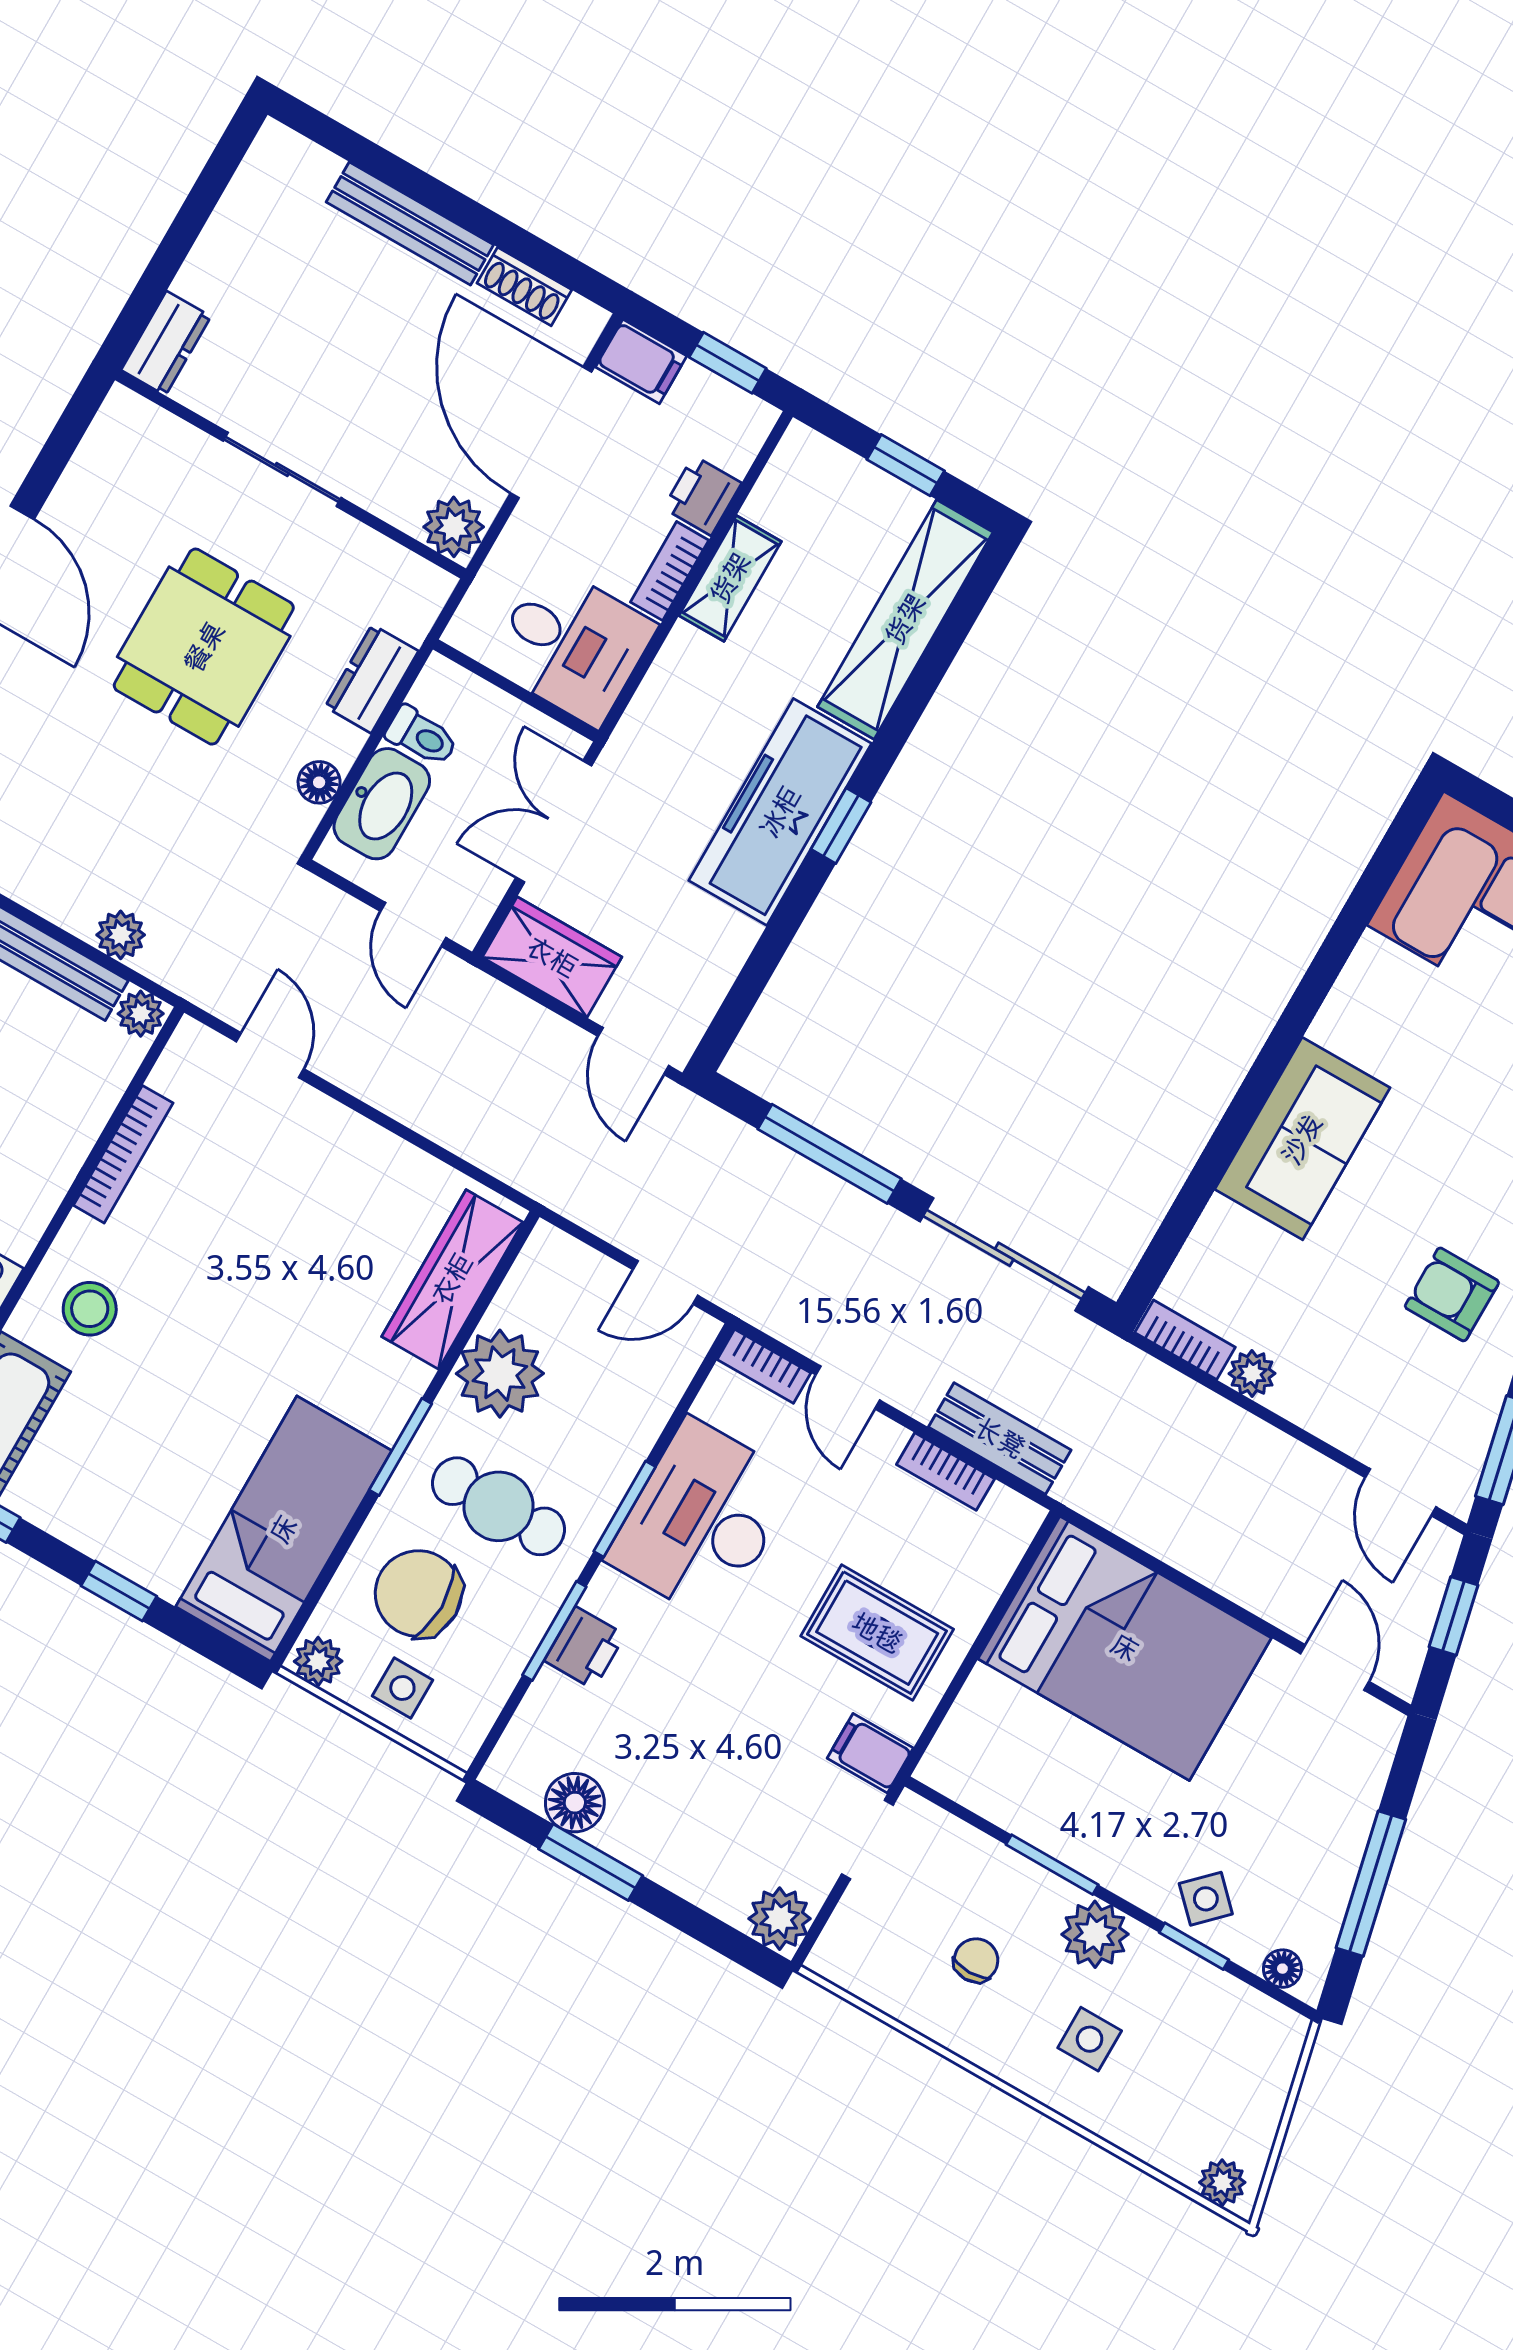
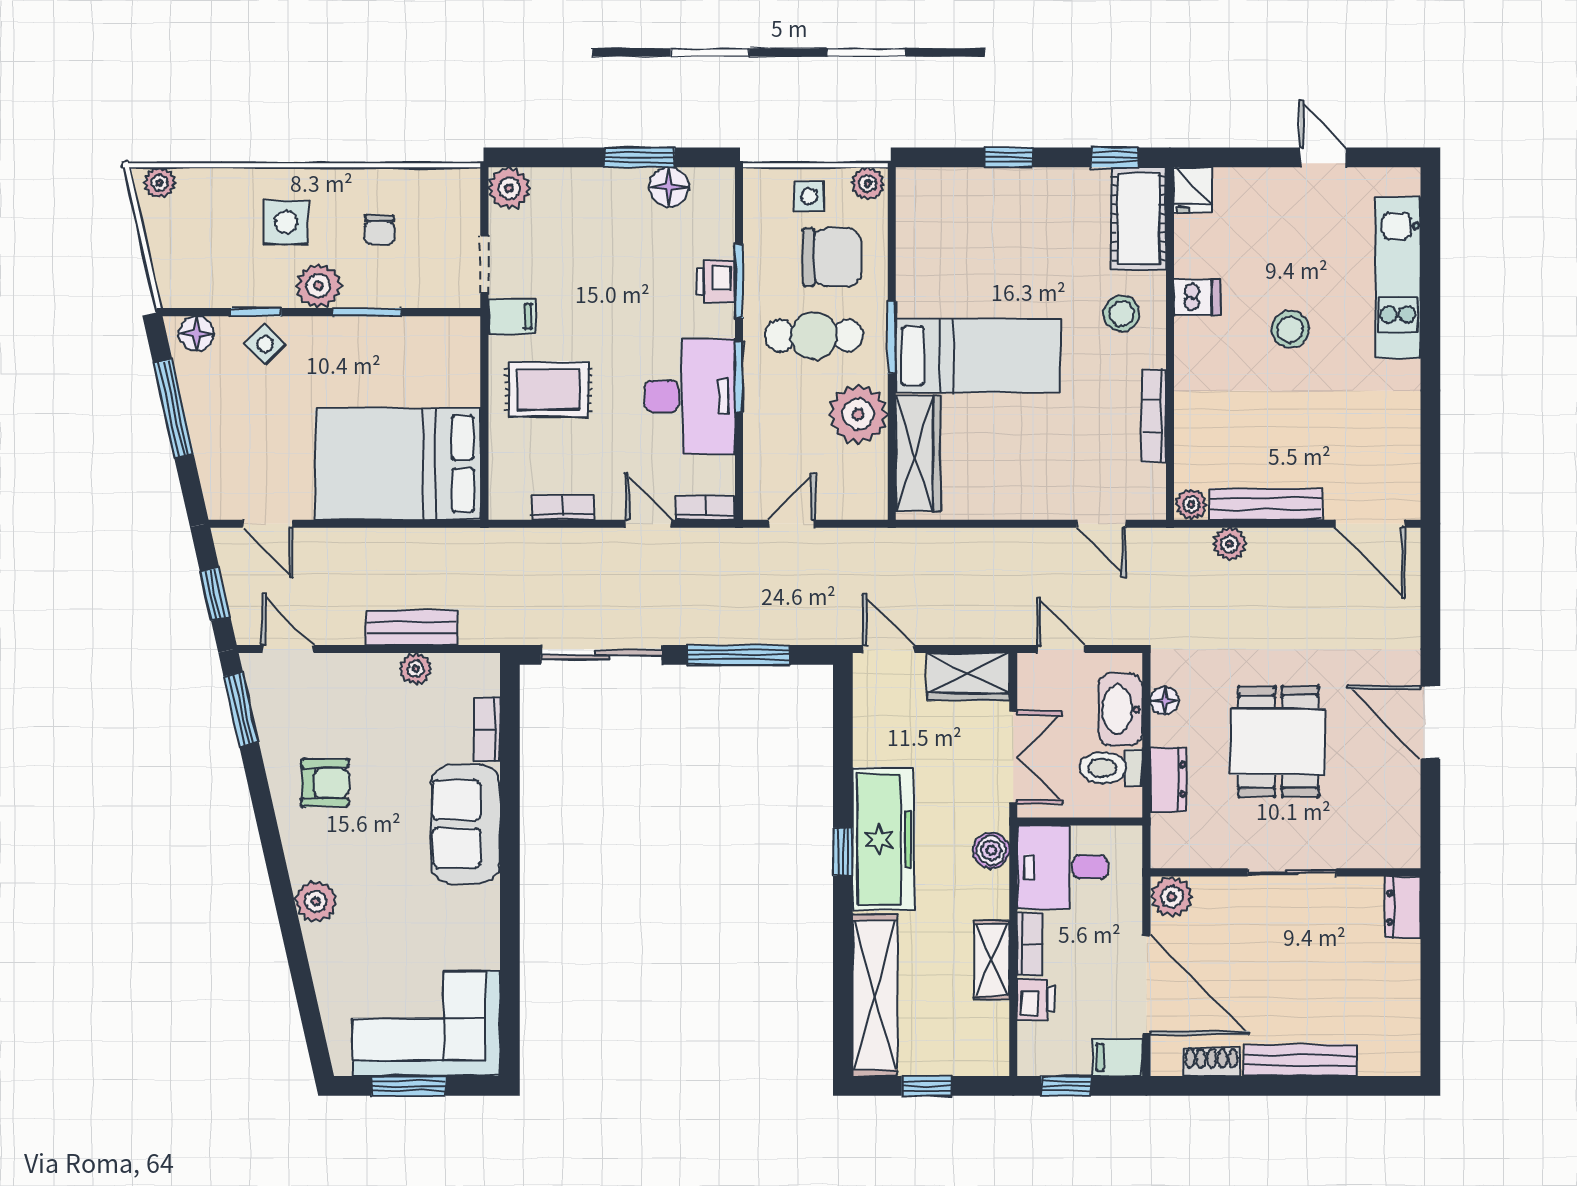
boiler: (650, 719) -> (991, 850), added
toilet: (422, 736) -> (1111, 768), width x1.37, depth x1.39
bookcase: (1185, 1340) -> (487, 729), moved, turned 90
bench: (1000, 1438) -> (412, 628), moved
bed: (284, 1529) -> (978, 356), moved, turned -90
floor lamp: (1282, 1969) -> (197, 334), width x1.37, depth x1.37
side table: (1090, 2039) -> (286, 222), width x1.37, depth x1.37

